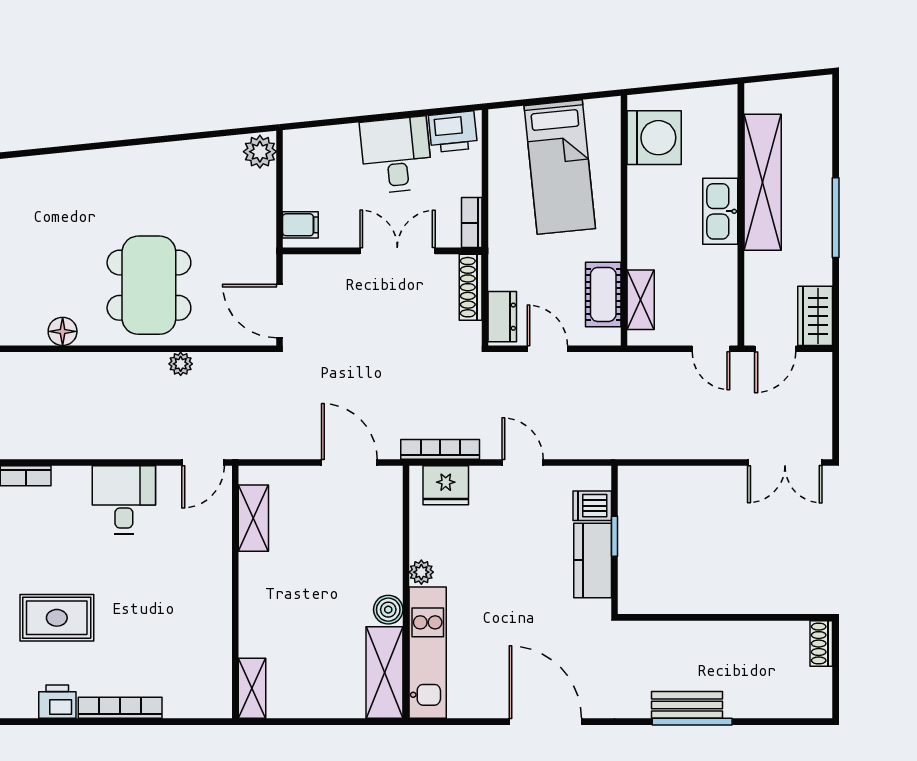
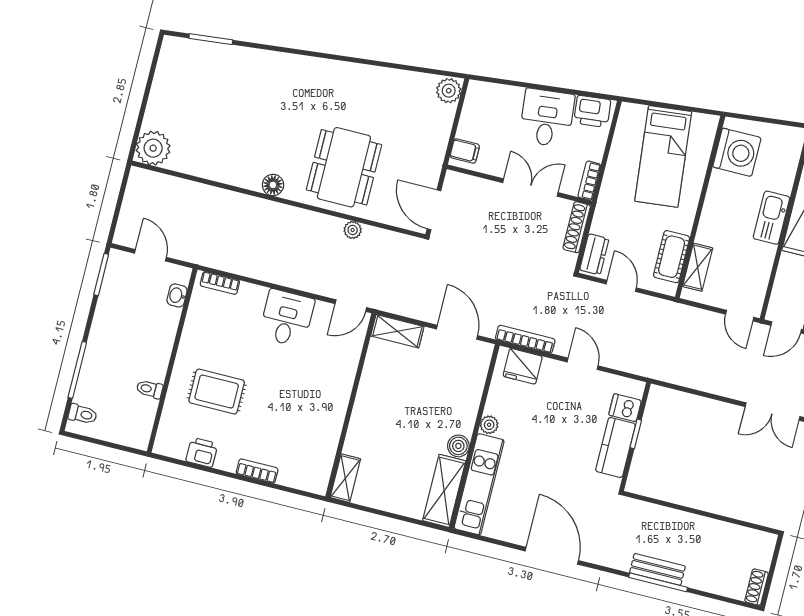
shelving: (253, 518) -> (397, 331), moved, turned 90
shoe rack: (821, 644) -> (757, 587), moved
bookcase: (120, 708) -> (257, 471), width x0.64

